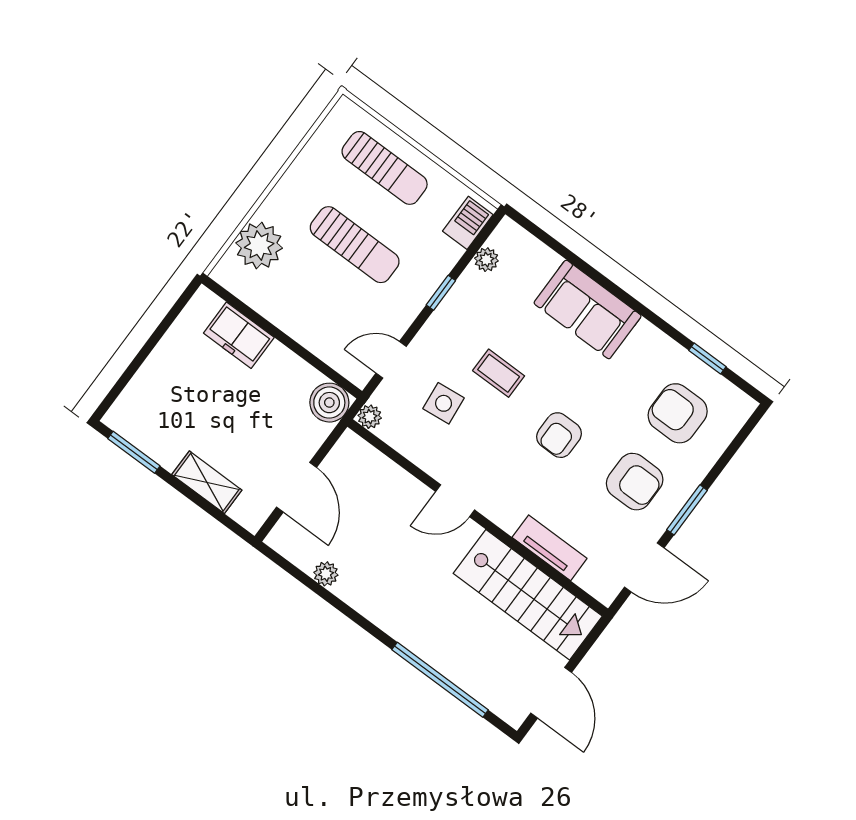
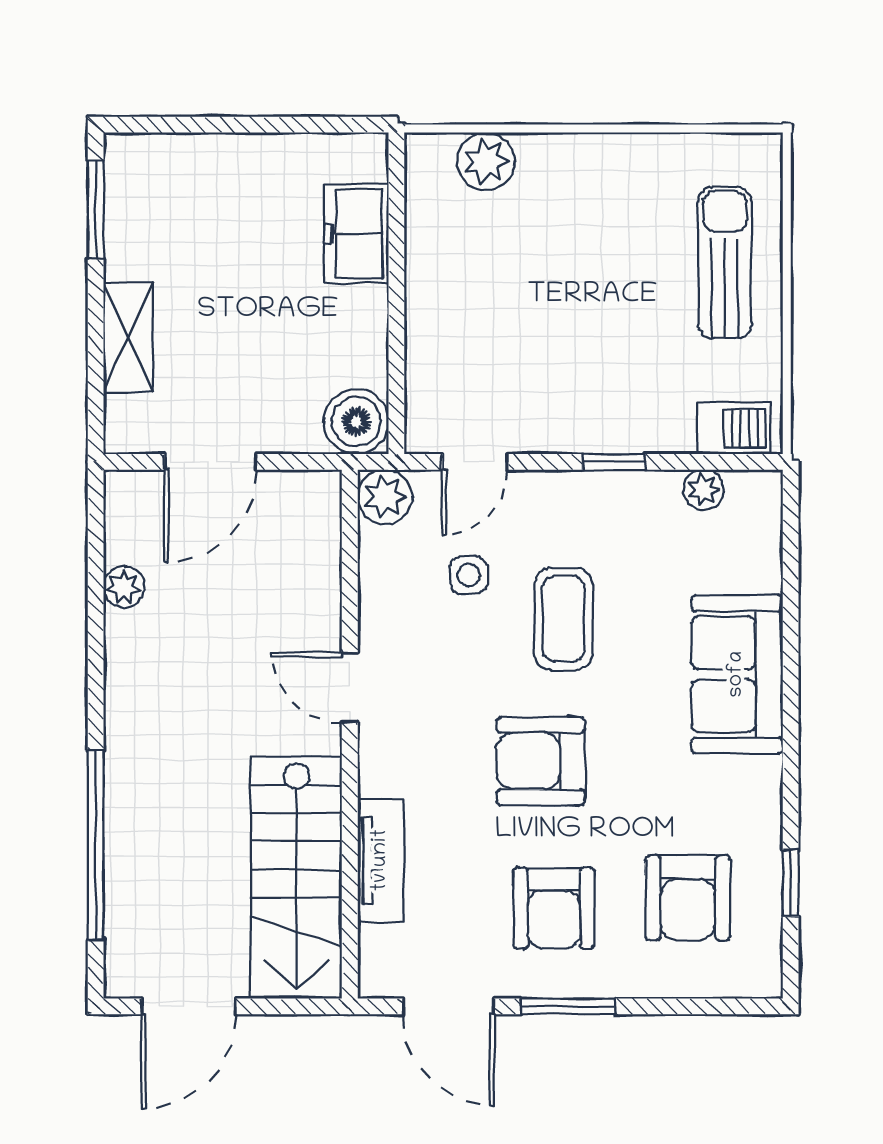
sun lounger: (385, 168) -> (725, 263), turned 180
sun lounger: (355, 245) -> (593, 299), removed
plant: (259, 246) -> (486, 161), width x0.73, depth x0.73
door: (391, 360) -> (475, 462), swing flipped
coffee table: (499, 373) -> (563, 619), width x1.36, depth x1.30
side table: (444, 403) -> (469, 575), width x0.73, depth x0.73
armchair: (678, 413) -> (688, 898), turned 180
plant: (370, 417) -> (385, 497), width x1.38, depth x1.38
armchair: (559, 435) -> (541, 761), width x1.38, depth x1.38

